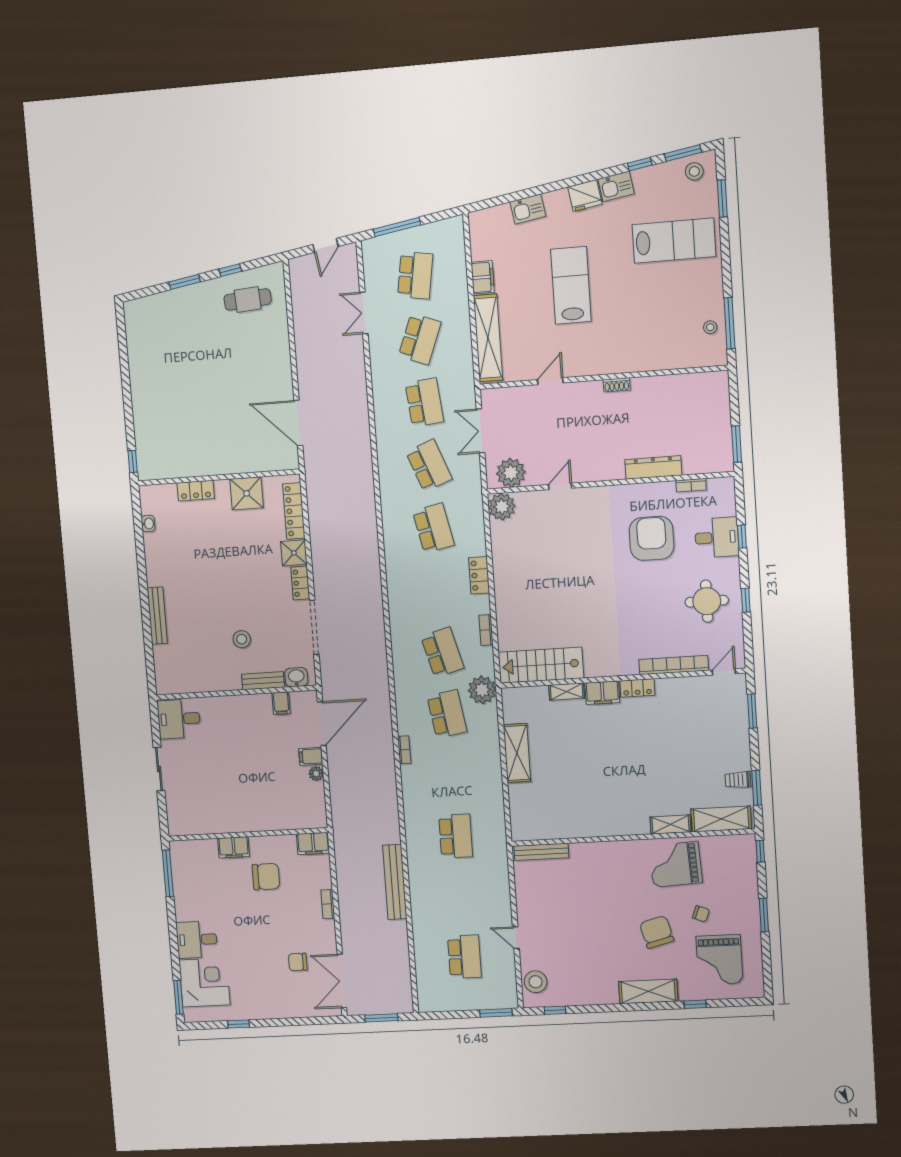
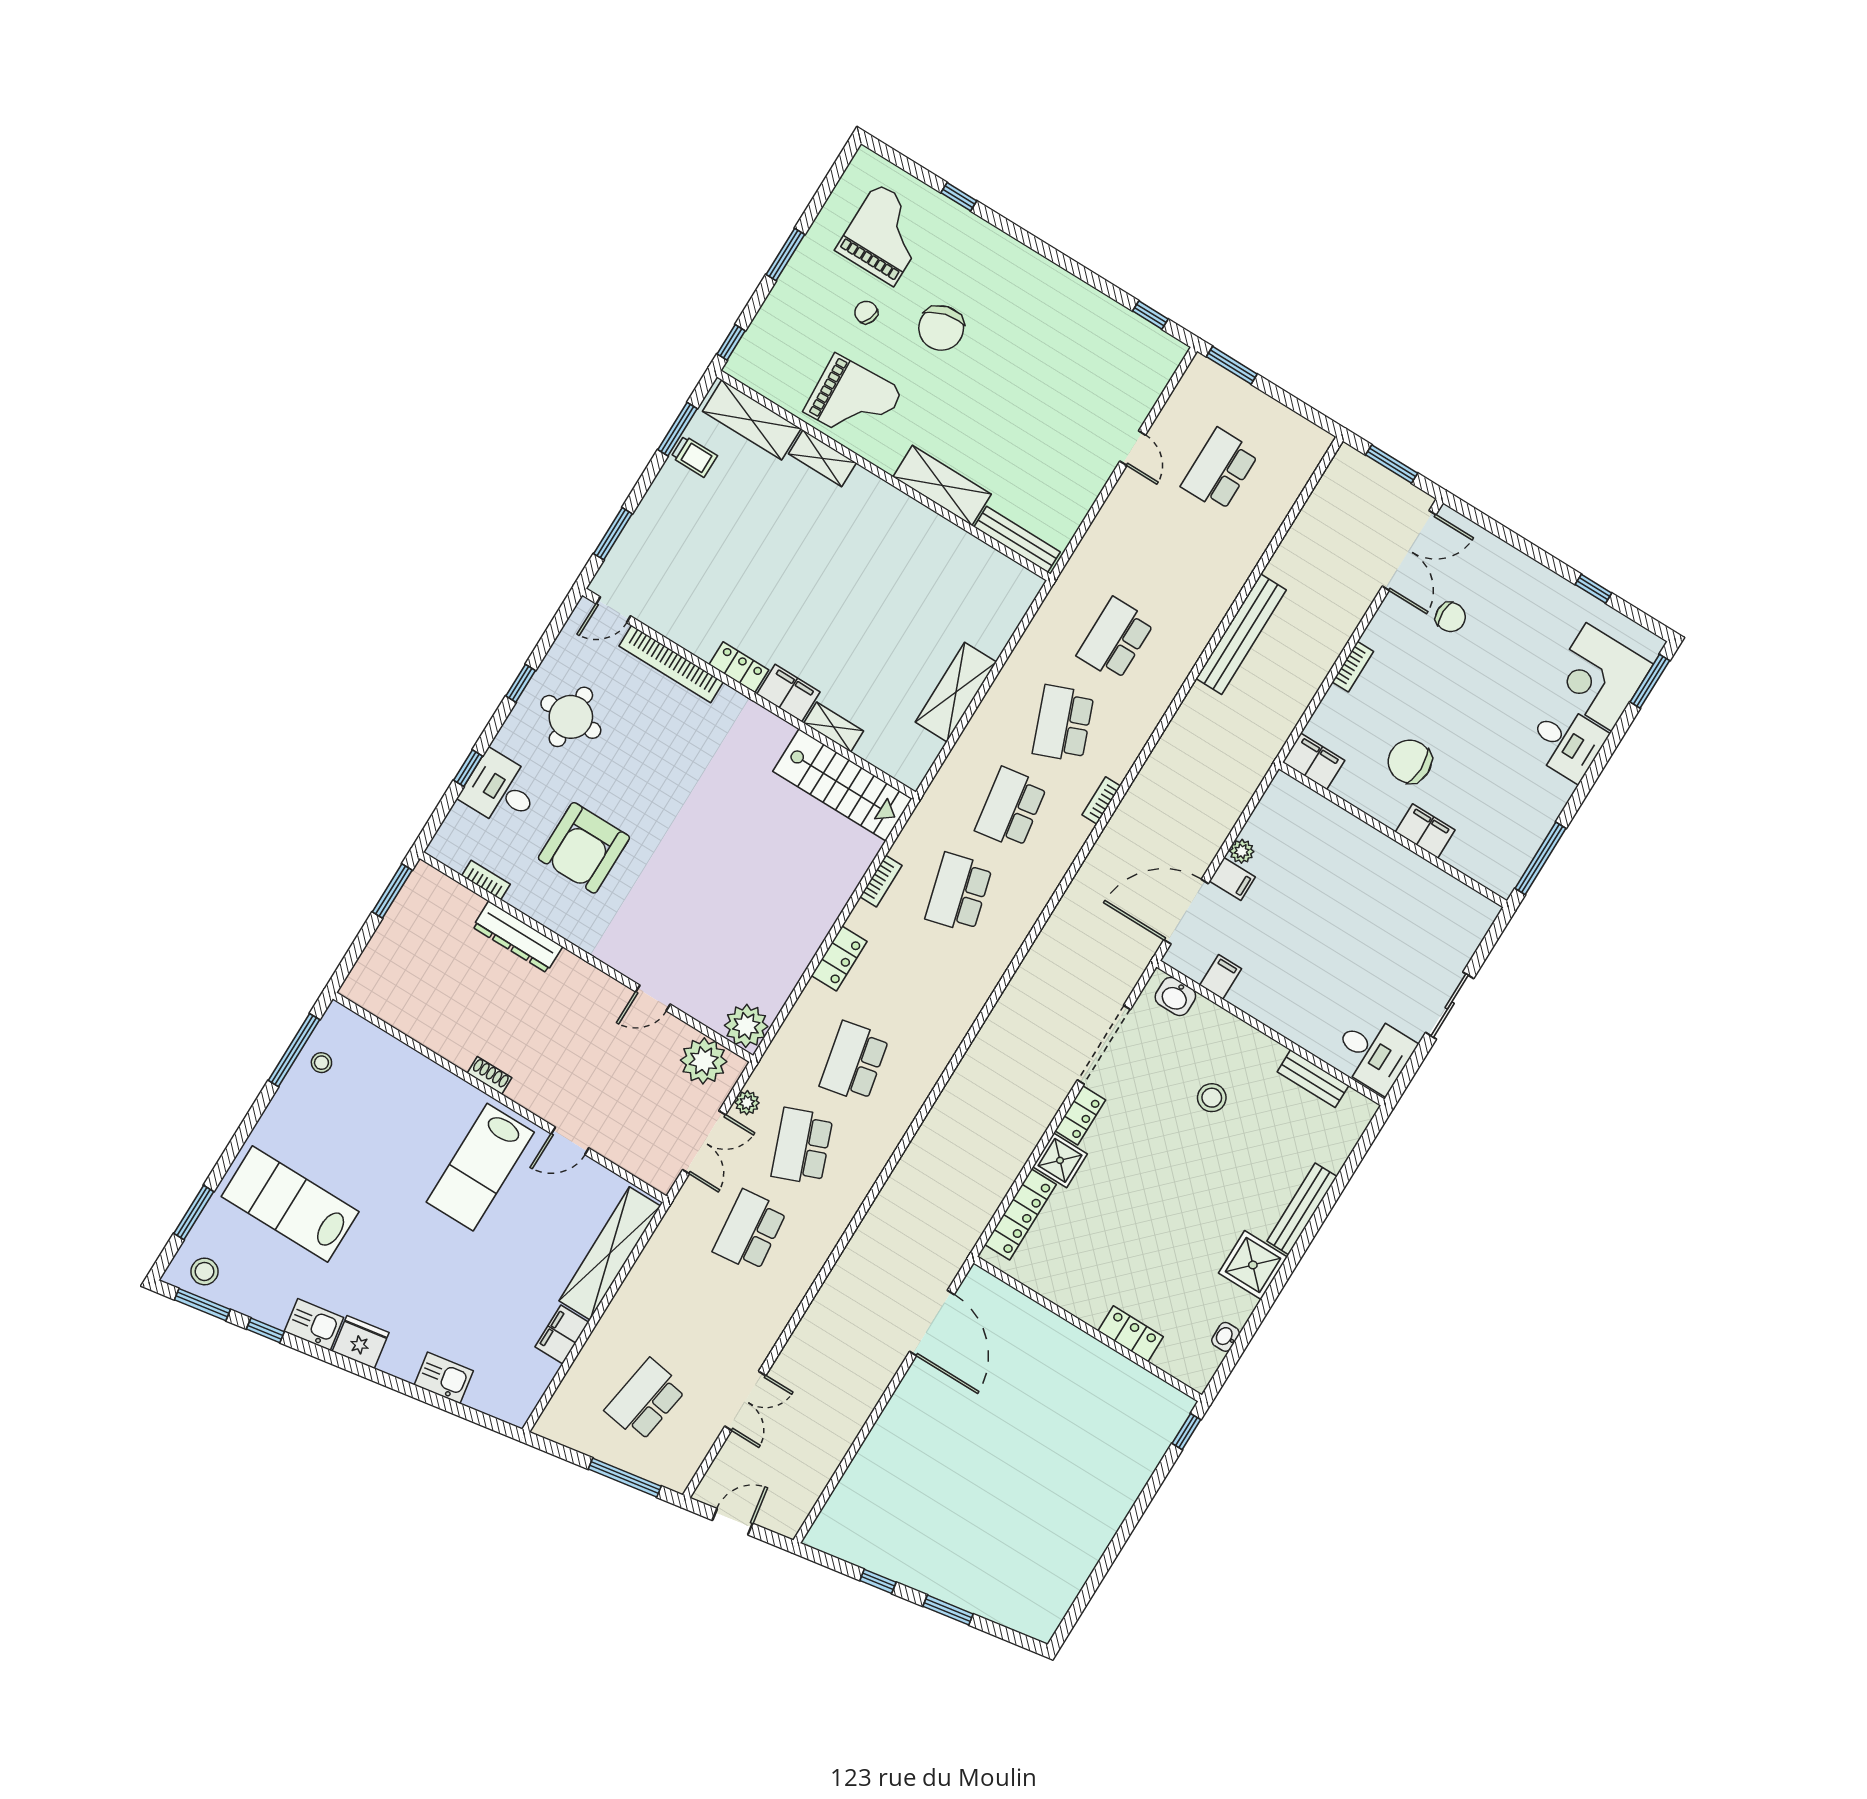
lab bench: (571, 285) -> (480, 1167), moved
cafe table: (248, 299) -> (883, 1528), removed
school desk: (420, 339) -> (1063, 723), moved, turned -42
shower: (247, 493) -> (1253, 1265), moved
bench: (263, 681) -> (1313, 1079), moved
plant: (482, 690) -> (747, 1103), moved, width x0.53, depth x0.53
stool: (536, 982) -> (1149, 371), removed
shelving: (648, 991) -> (942, 485), moved

